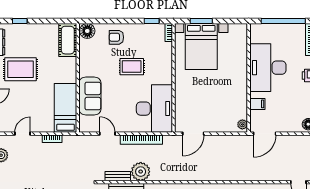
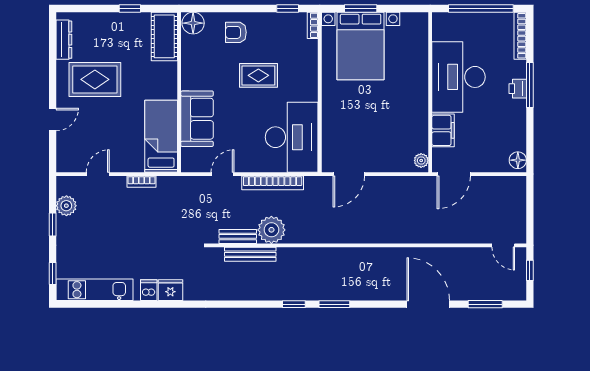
window: (20, 21) -> (130, 8), moved
filing cabinet: (257, 104) -> (443, 130), width x2.00
door: (107, 134) -> (223, 174), hinge flipped

